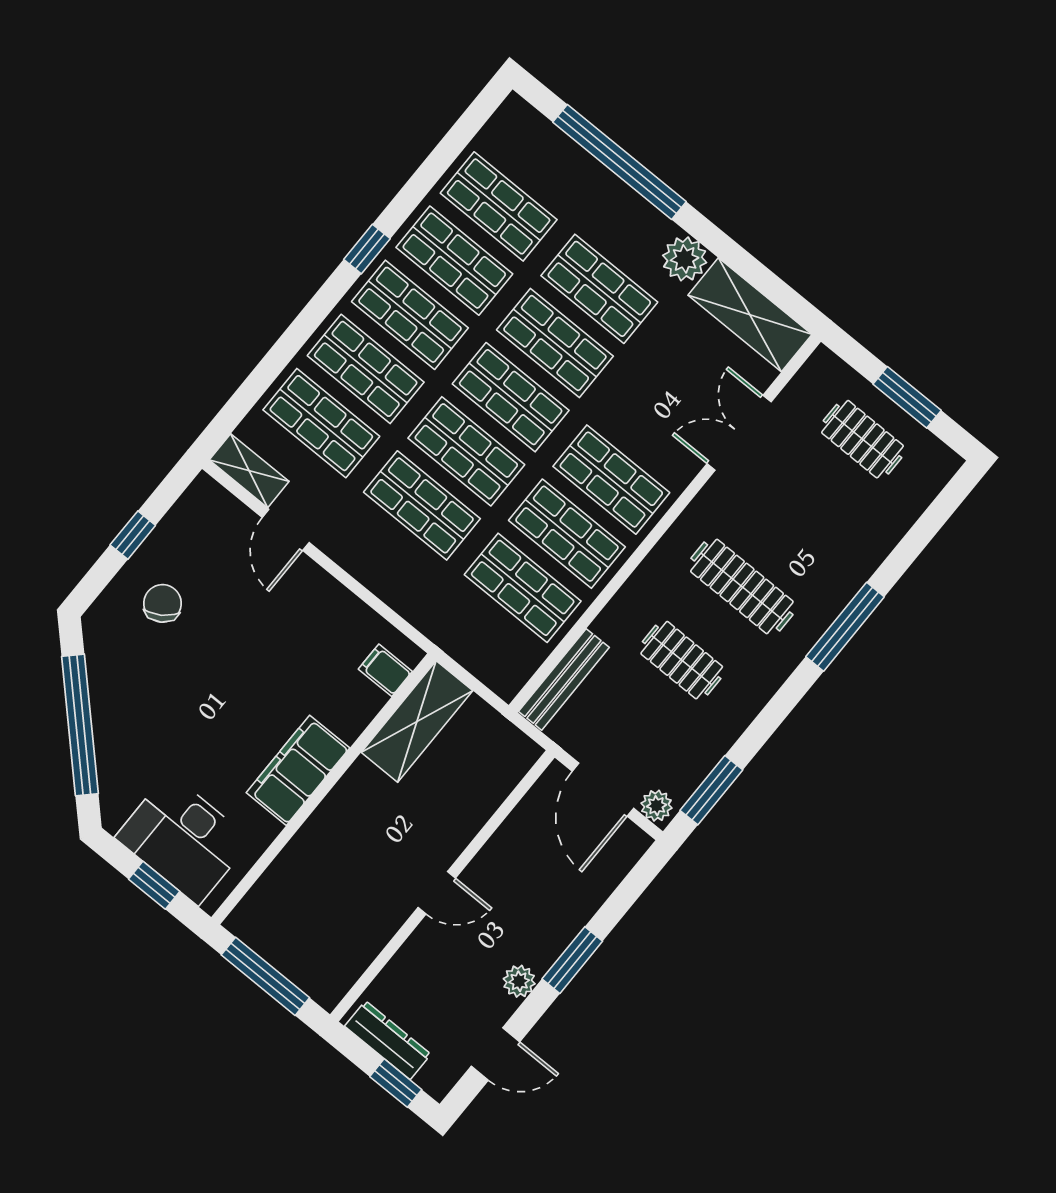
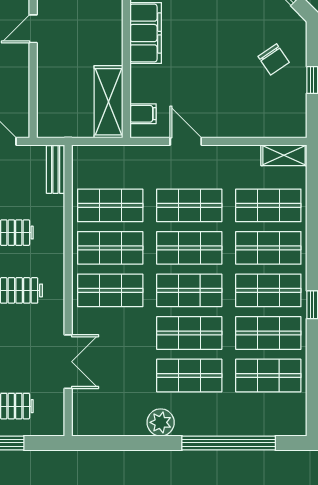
shelving: (750, 315) -> (108, 421), removed
door: (286, 530) -> (186, 141), moved
bench: (564, 679) -> (56, 169), width x0.73

